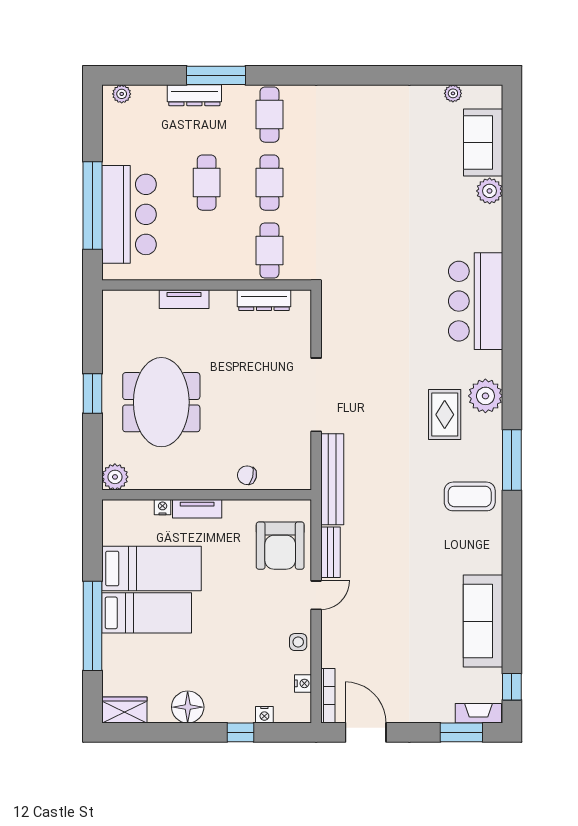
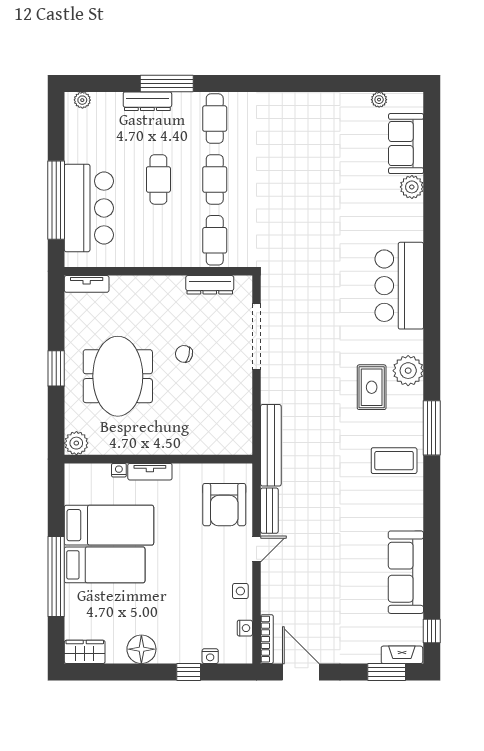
tv unit: (184, 299) -> (87, 284), moved
doorway: (316, 395) -> (256, 337), moved
chair: (247, 475) -> (184, 354), moved

